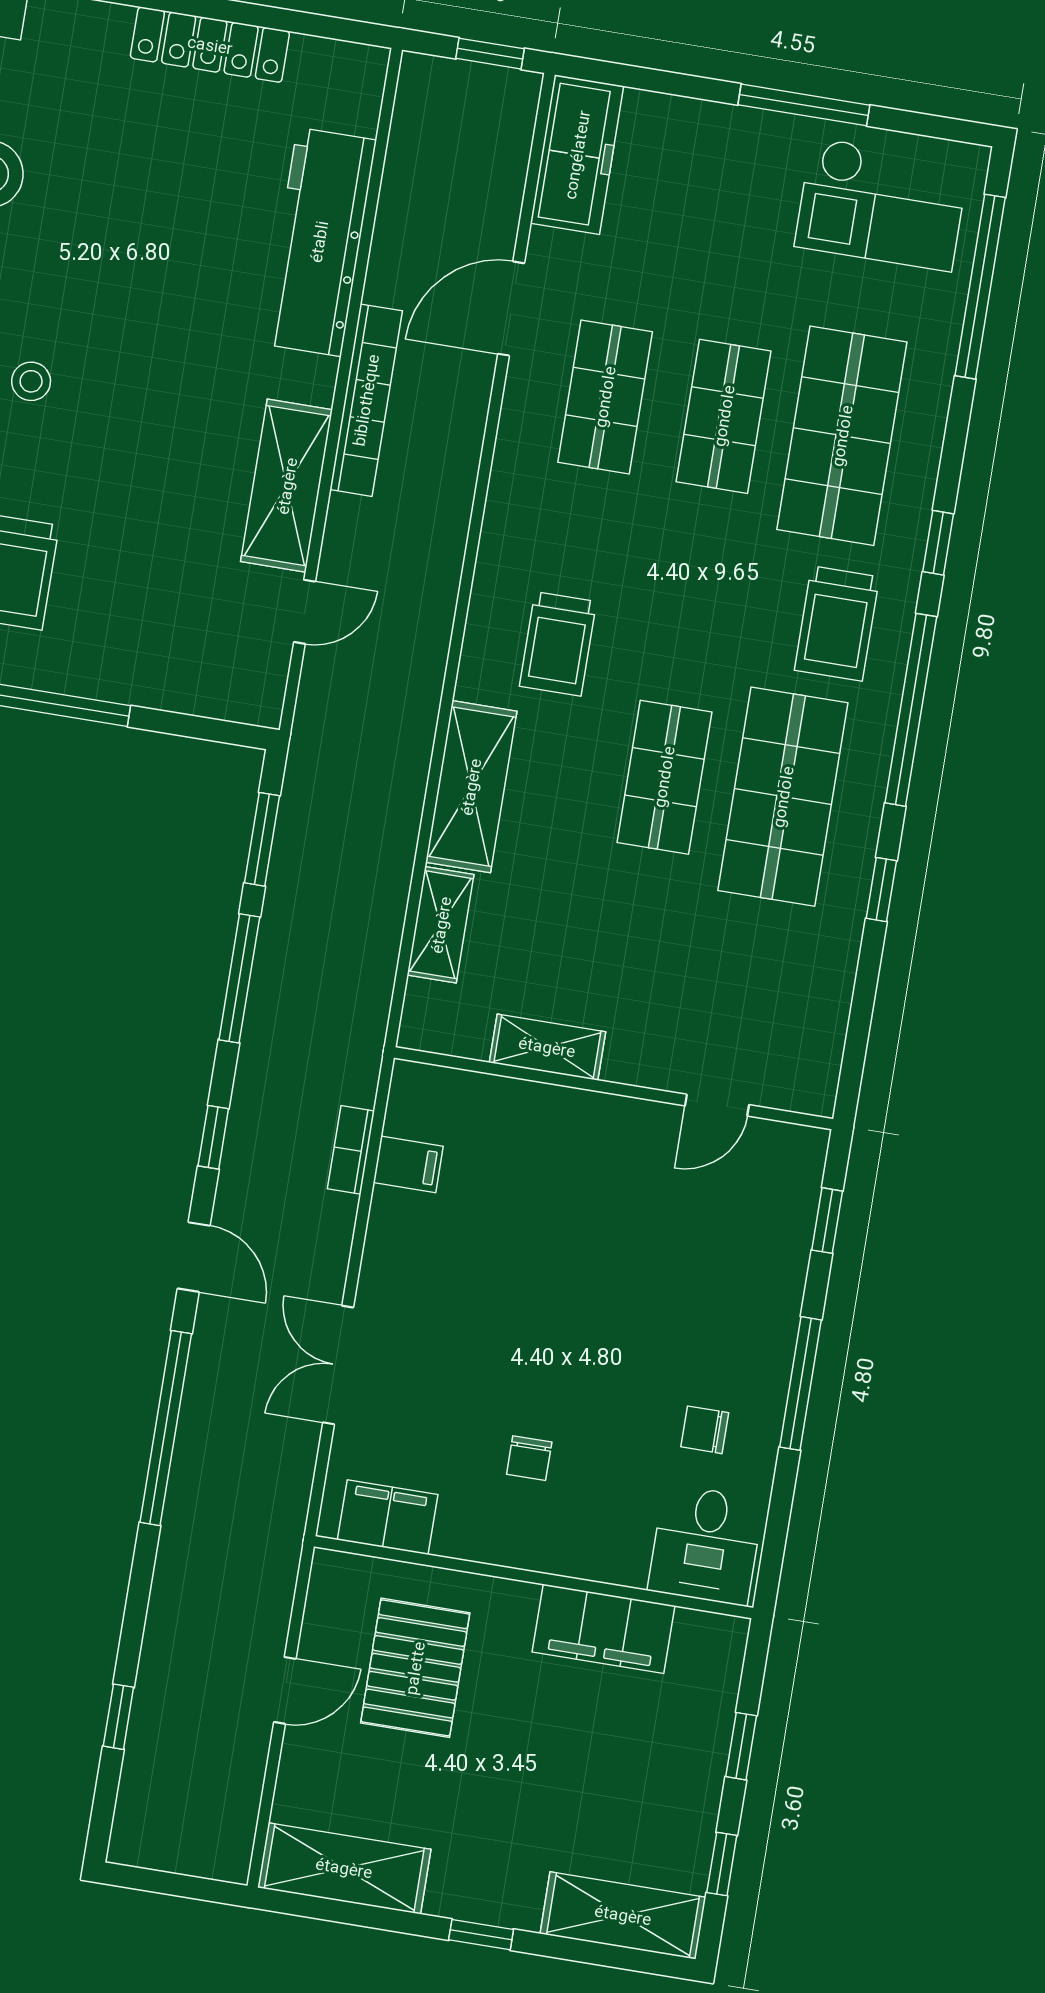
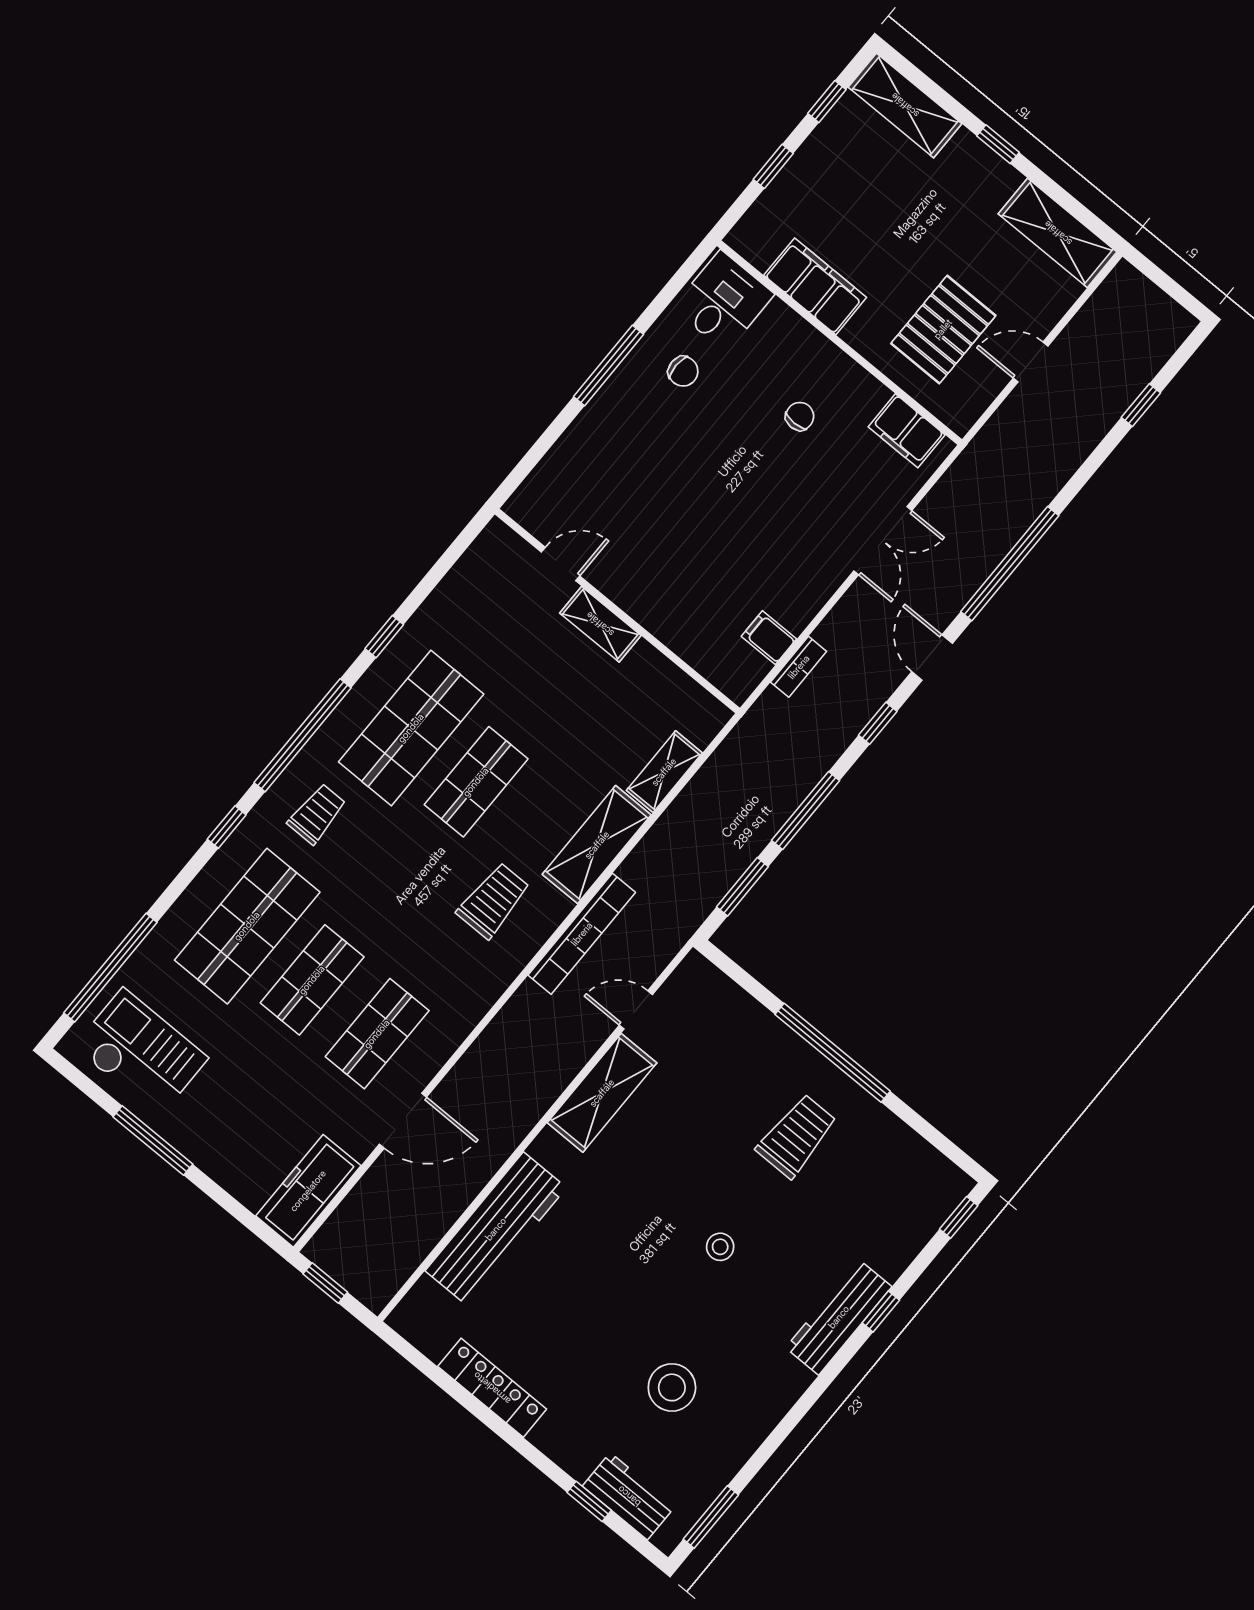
bookcase: (366, 400) -> (582, 934), moved, turned 180
trolley: (837, 624) -> (317, 814), width x0.73, depth x0.72
shelving: (547, 1047) -> (600, 624), moved
window: (827, 1221) -> (535, 455), removed

